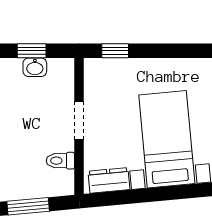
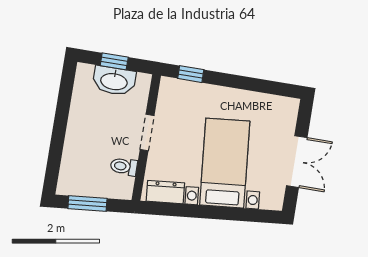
washbasin: (35, 67) -> (114, 81), width x1.91, depth x1.45

